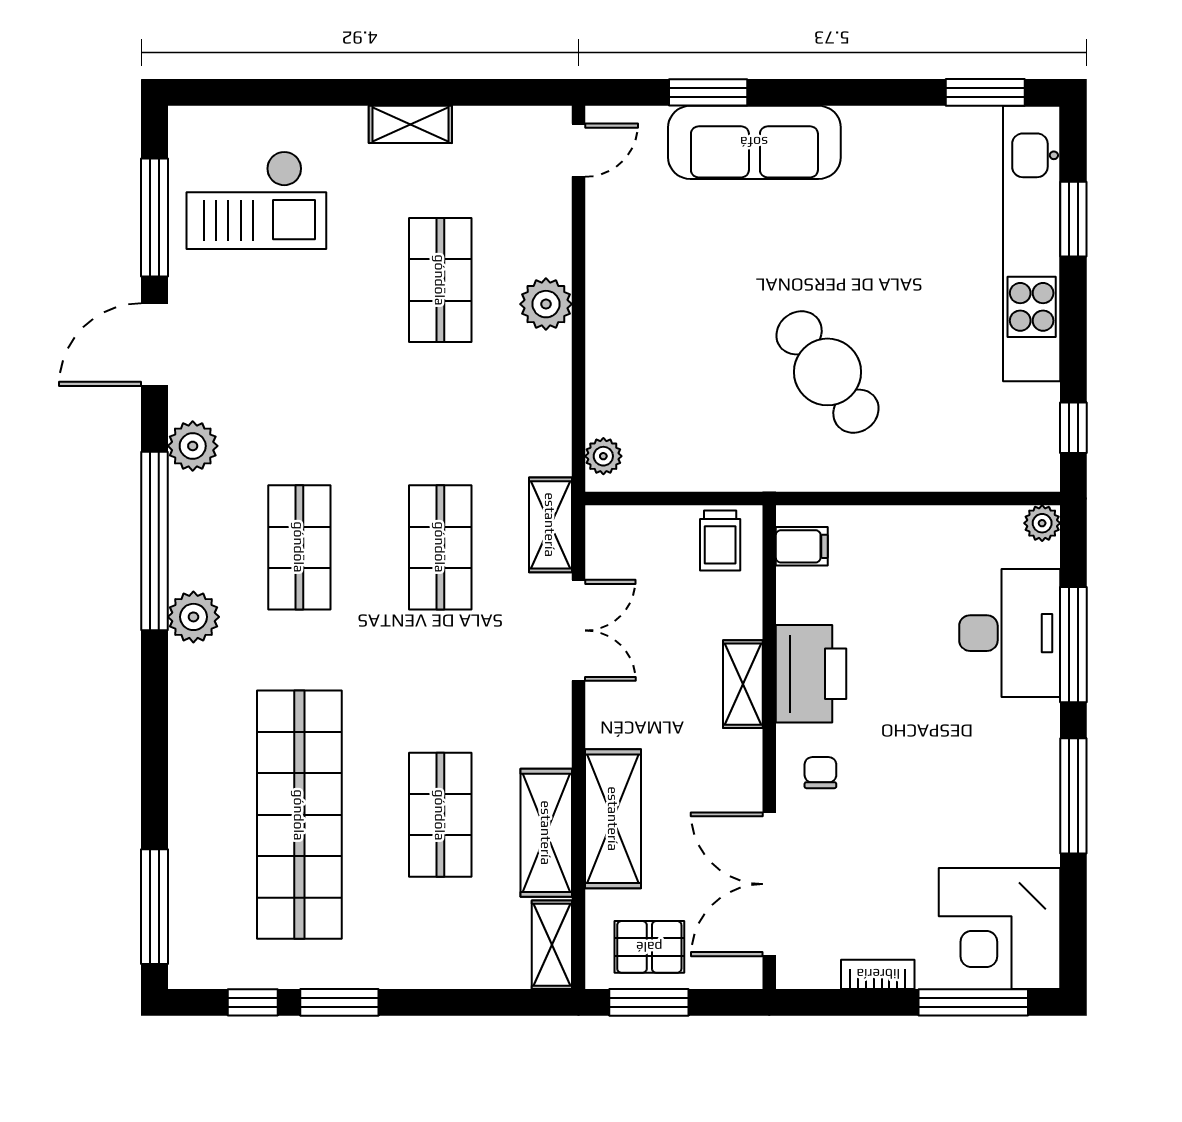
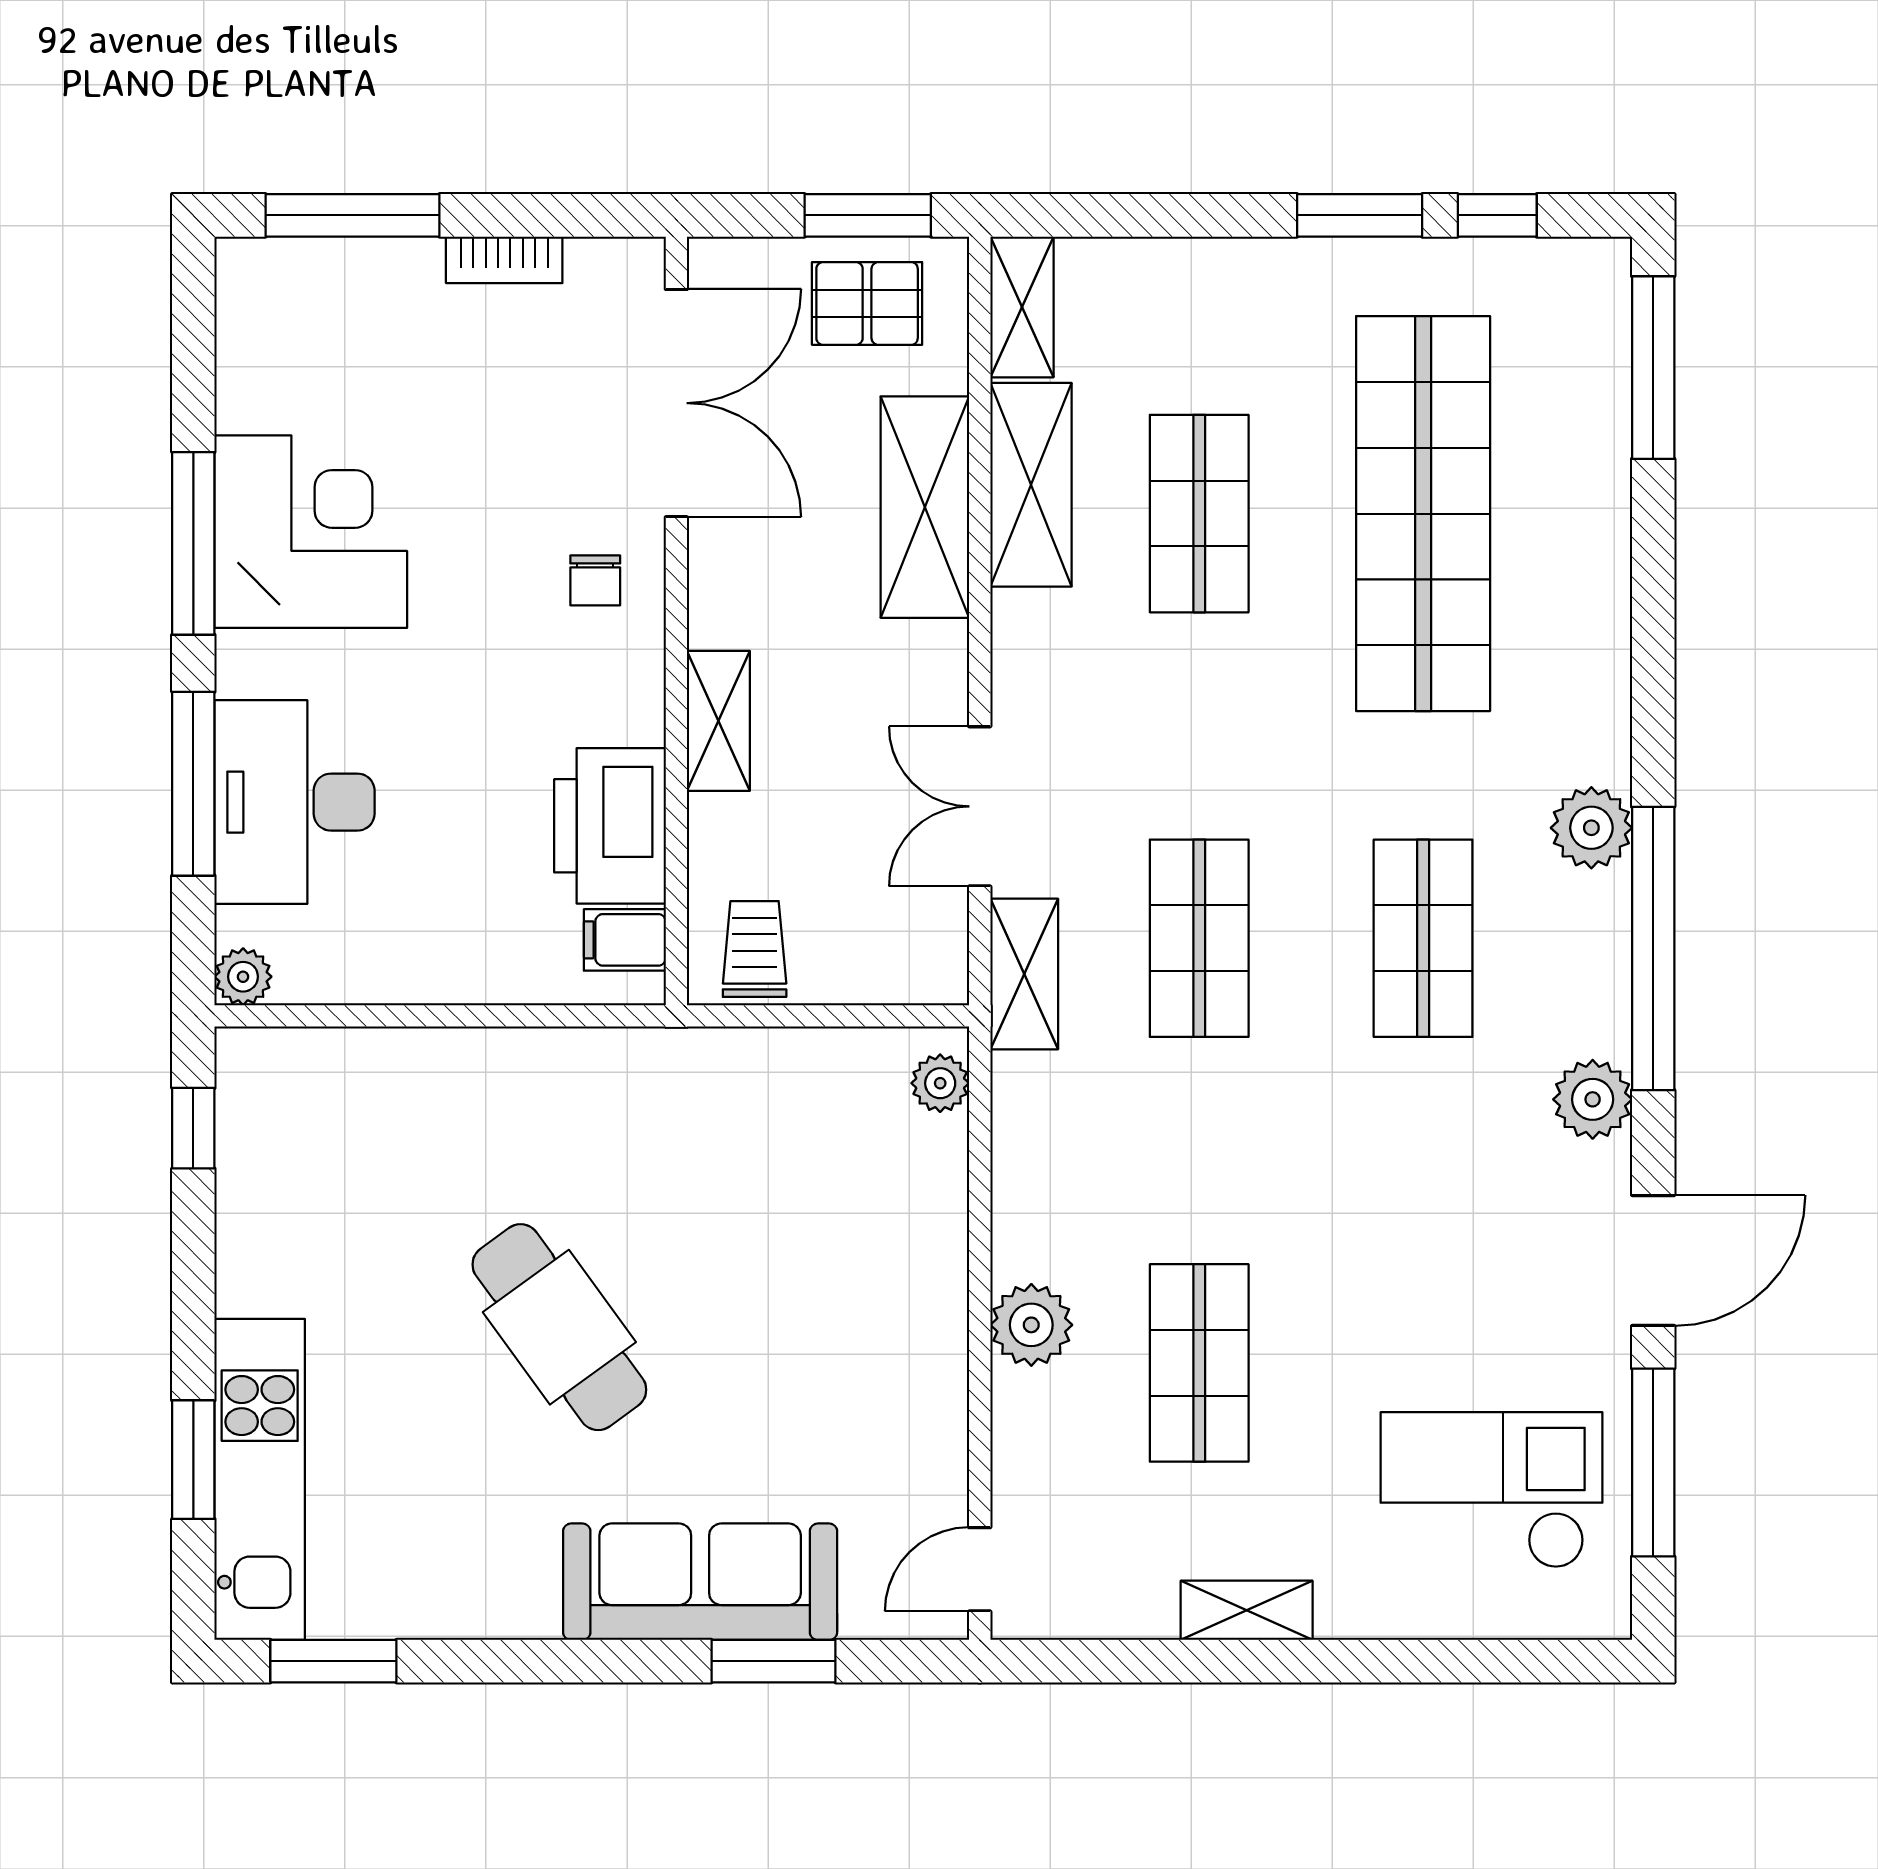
kitchen unit: (1032, 243) -> (260, 1479), width x0.73
cafe table: (827, 372) -> (559, 1327), moved
printer: (811, 674) -> (610, 826), moved
corner desk: (999, 928) -> (311, 532), moved

